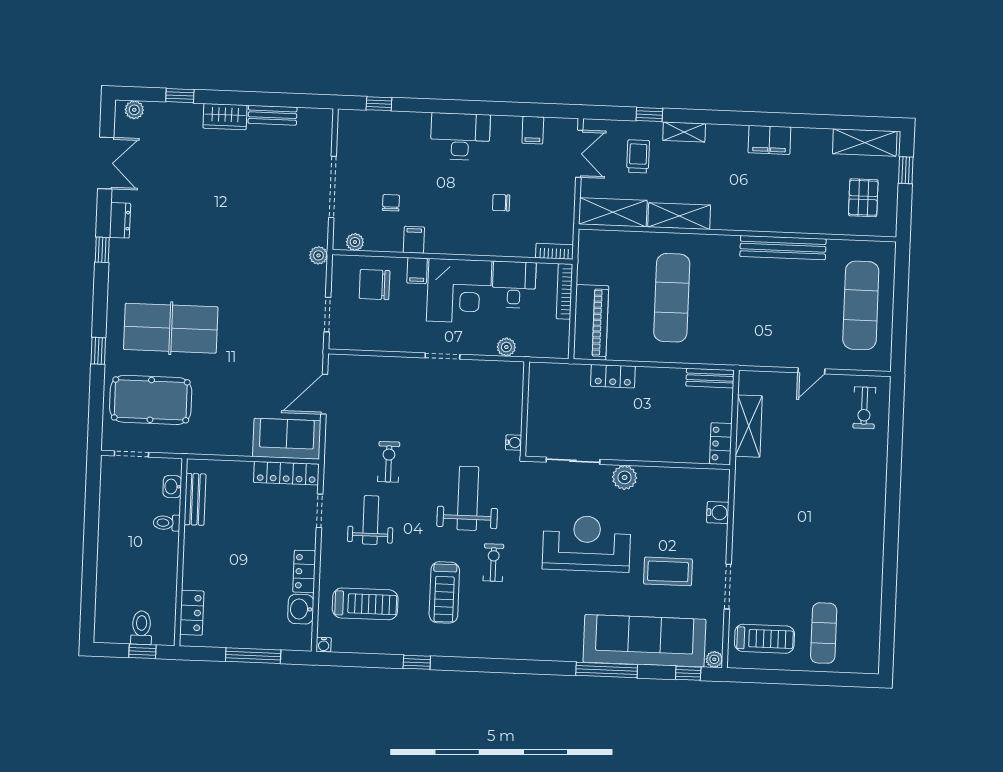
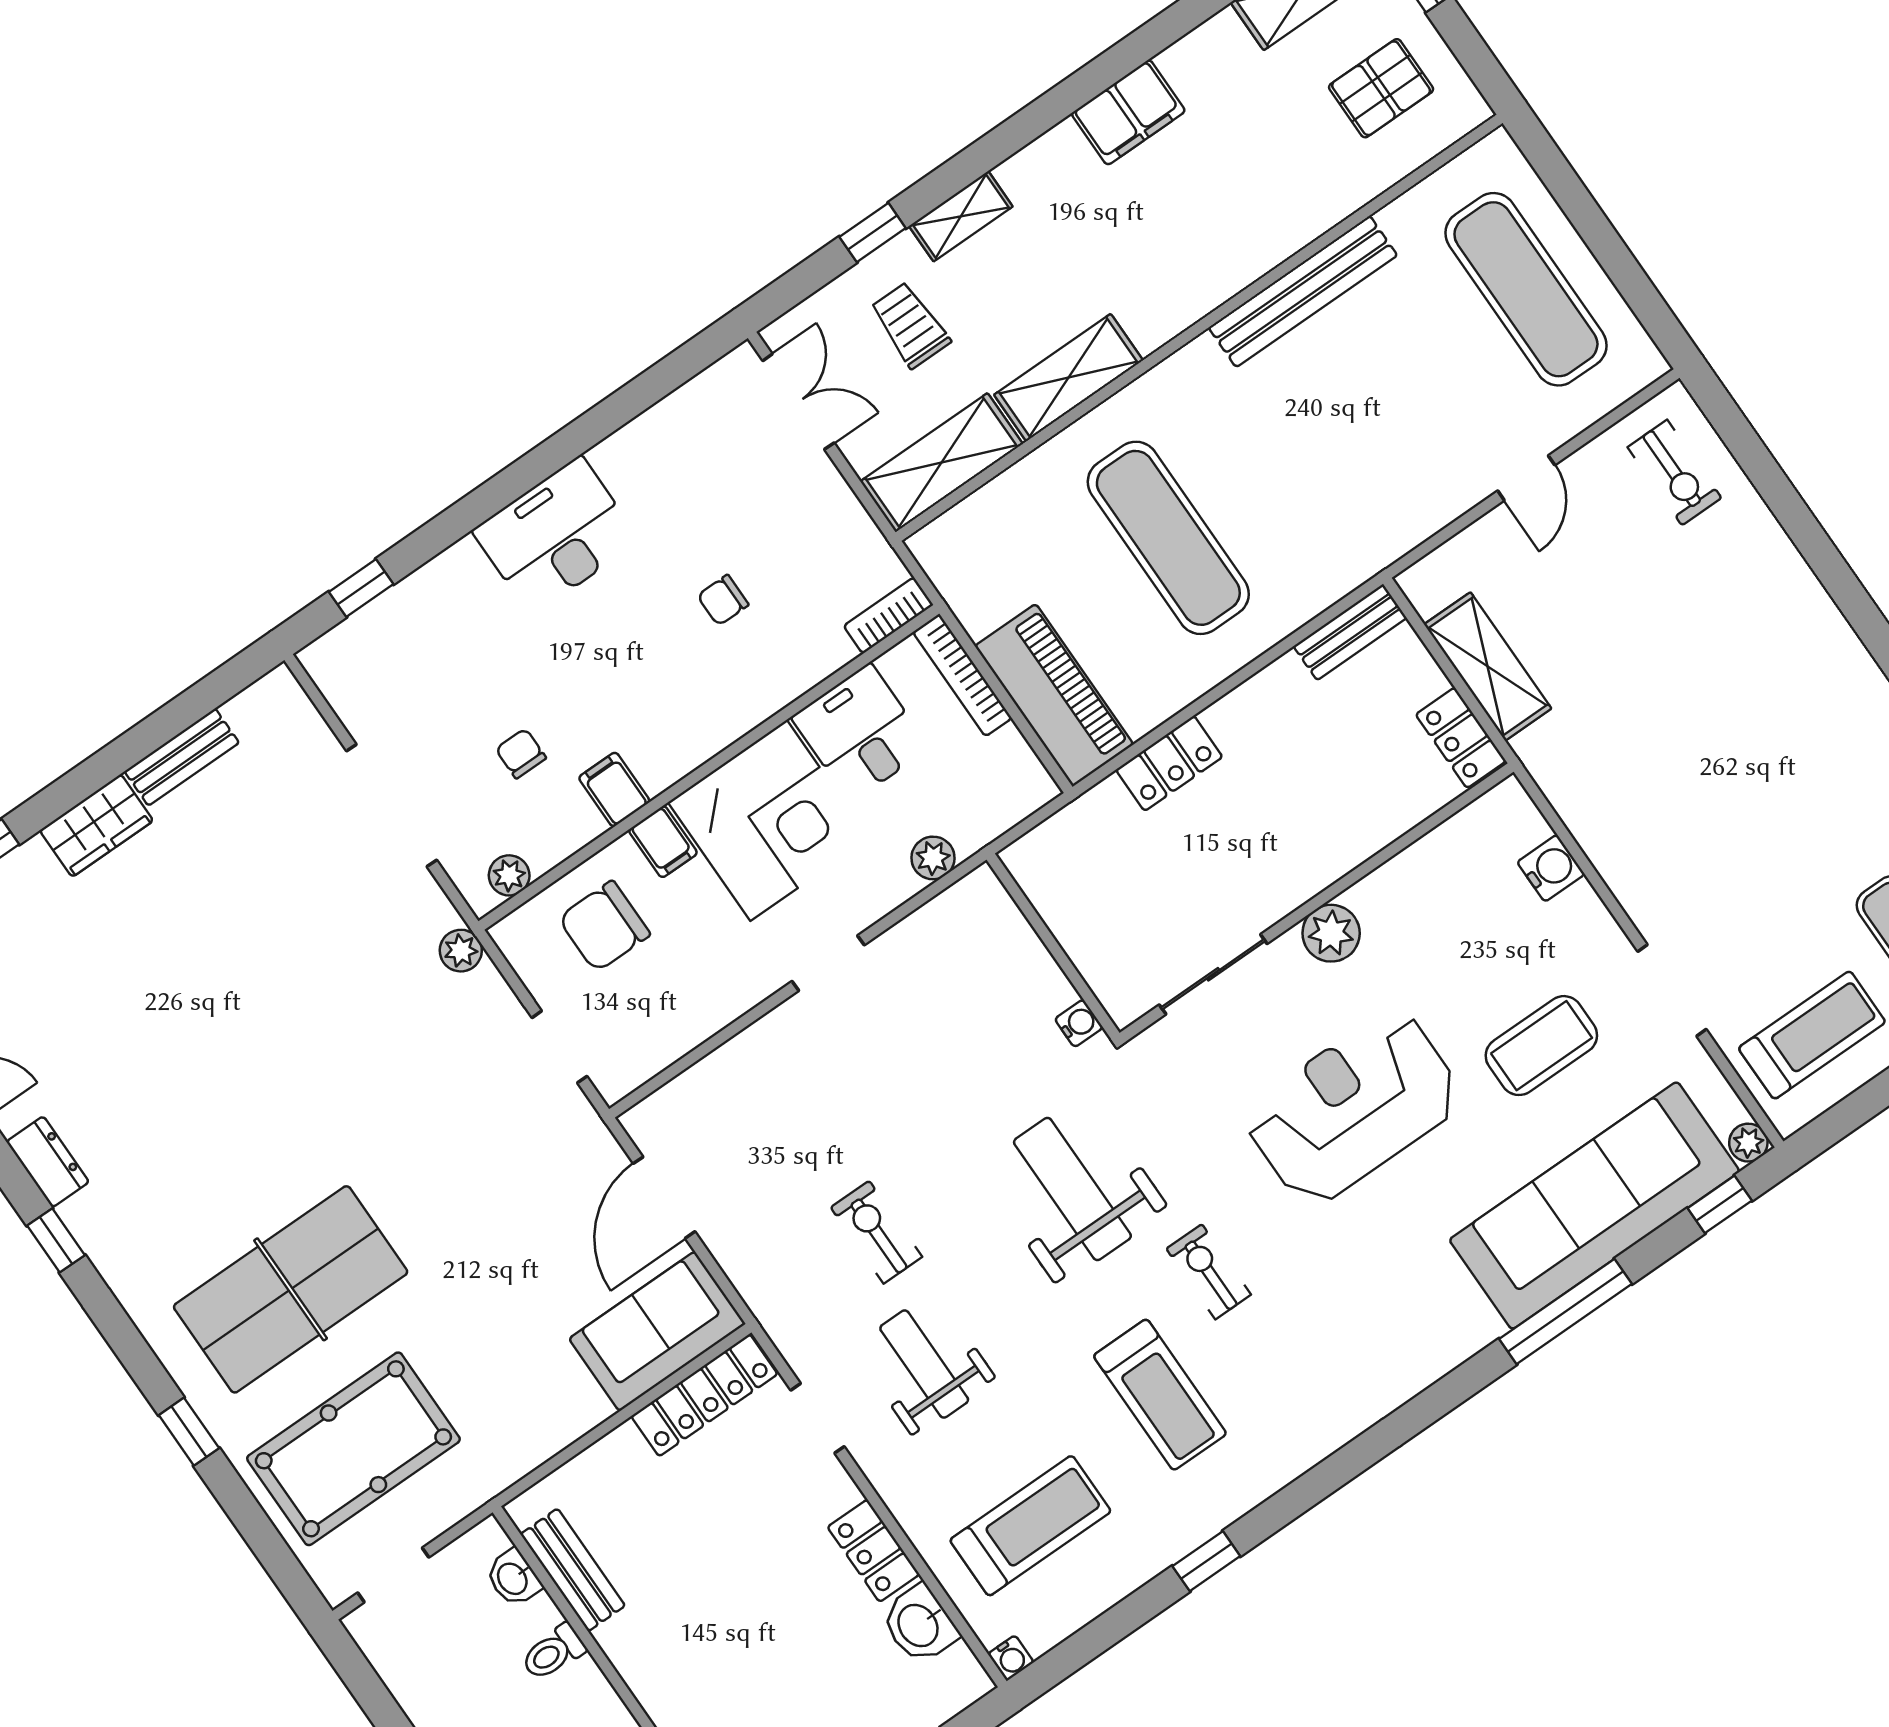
filing cabinet: (533, 130) -> (680, 423), removed
pallet: (863, 198) -> (1381, 88), turned 90

